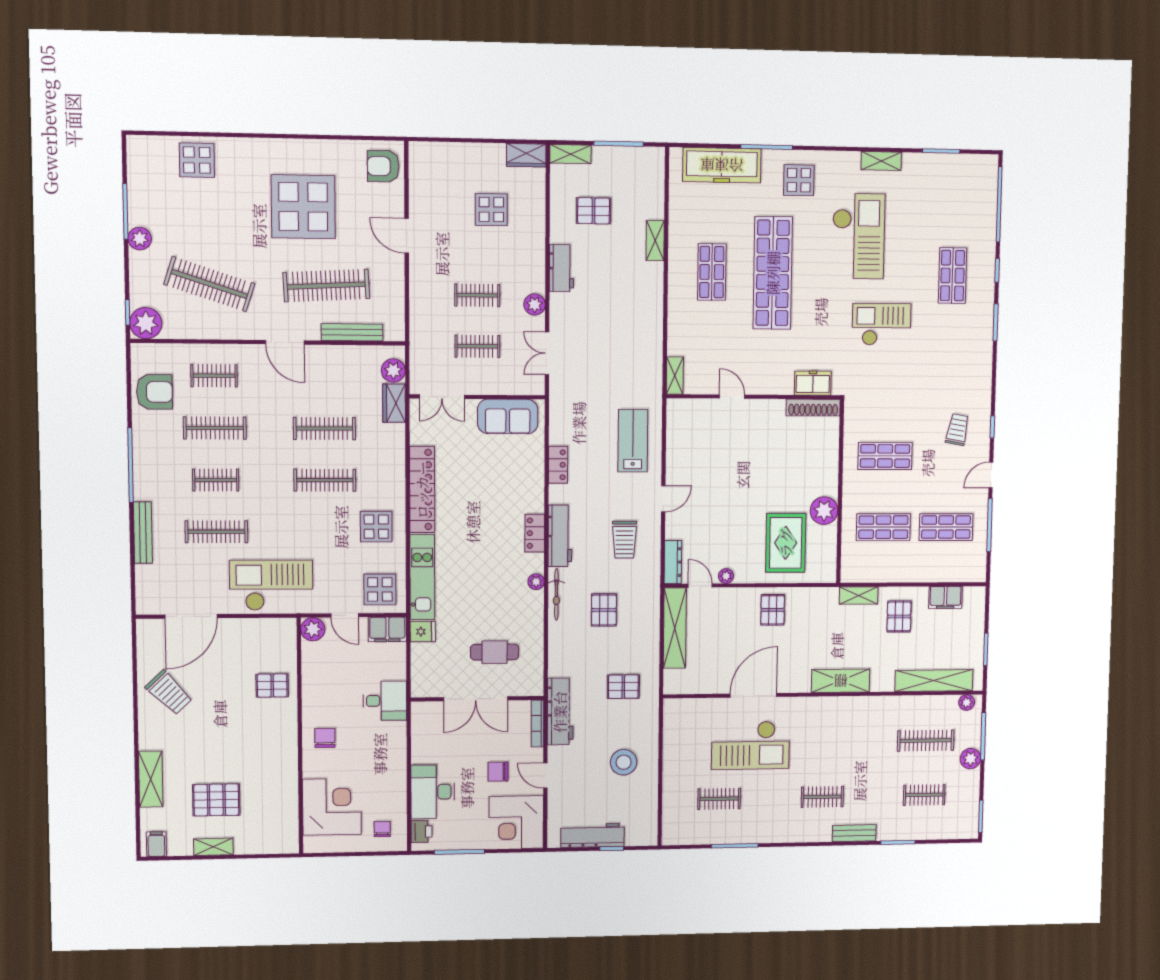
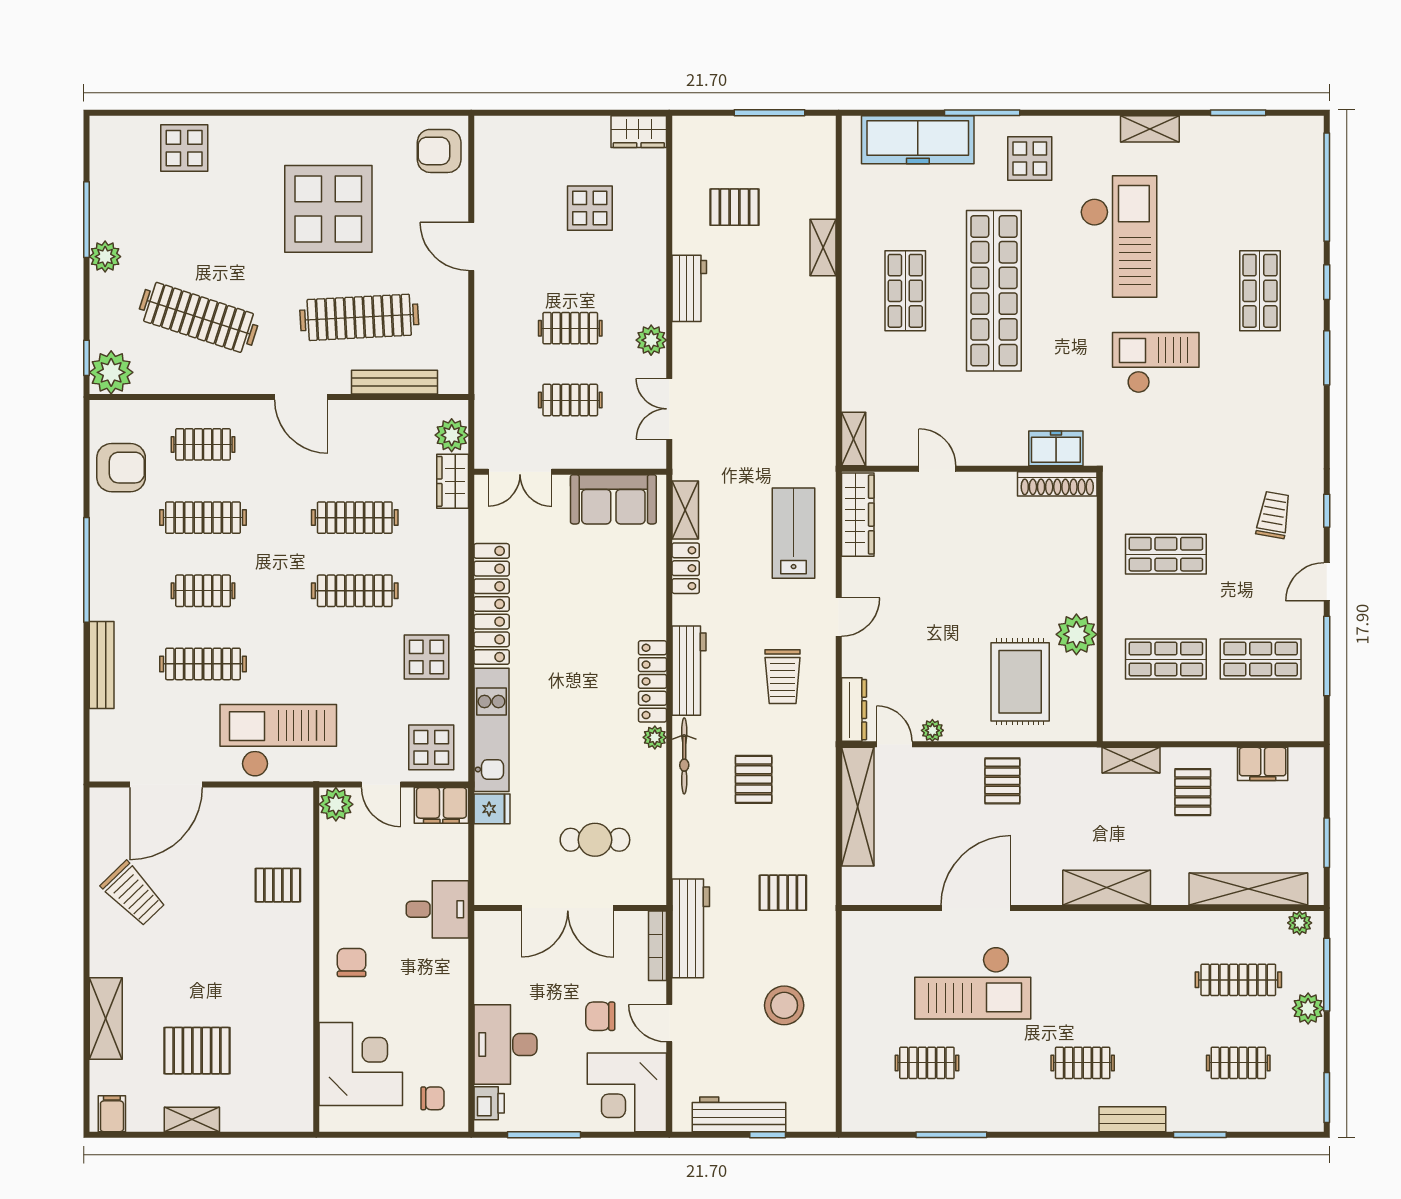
shelving: (570, 154) -> (685, 510), moved, turned 90
wardrobe: (677, 428) -> (858, 515), added
locker: (535, 533) -> (652, 681), width x1.53
chair: (382, 829) -> (433, 1098), turned 90

